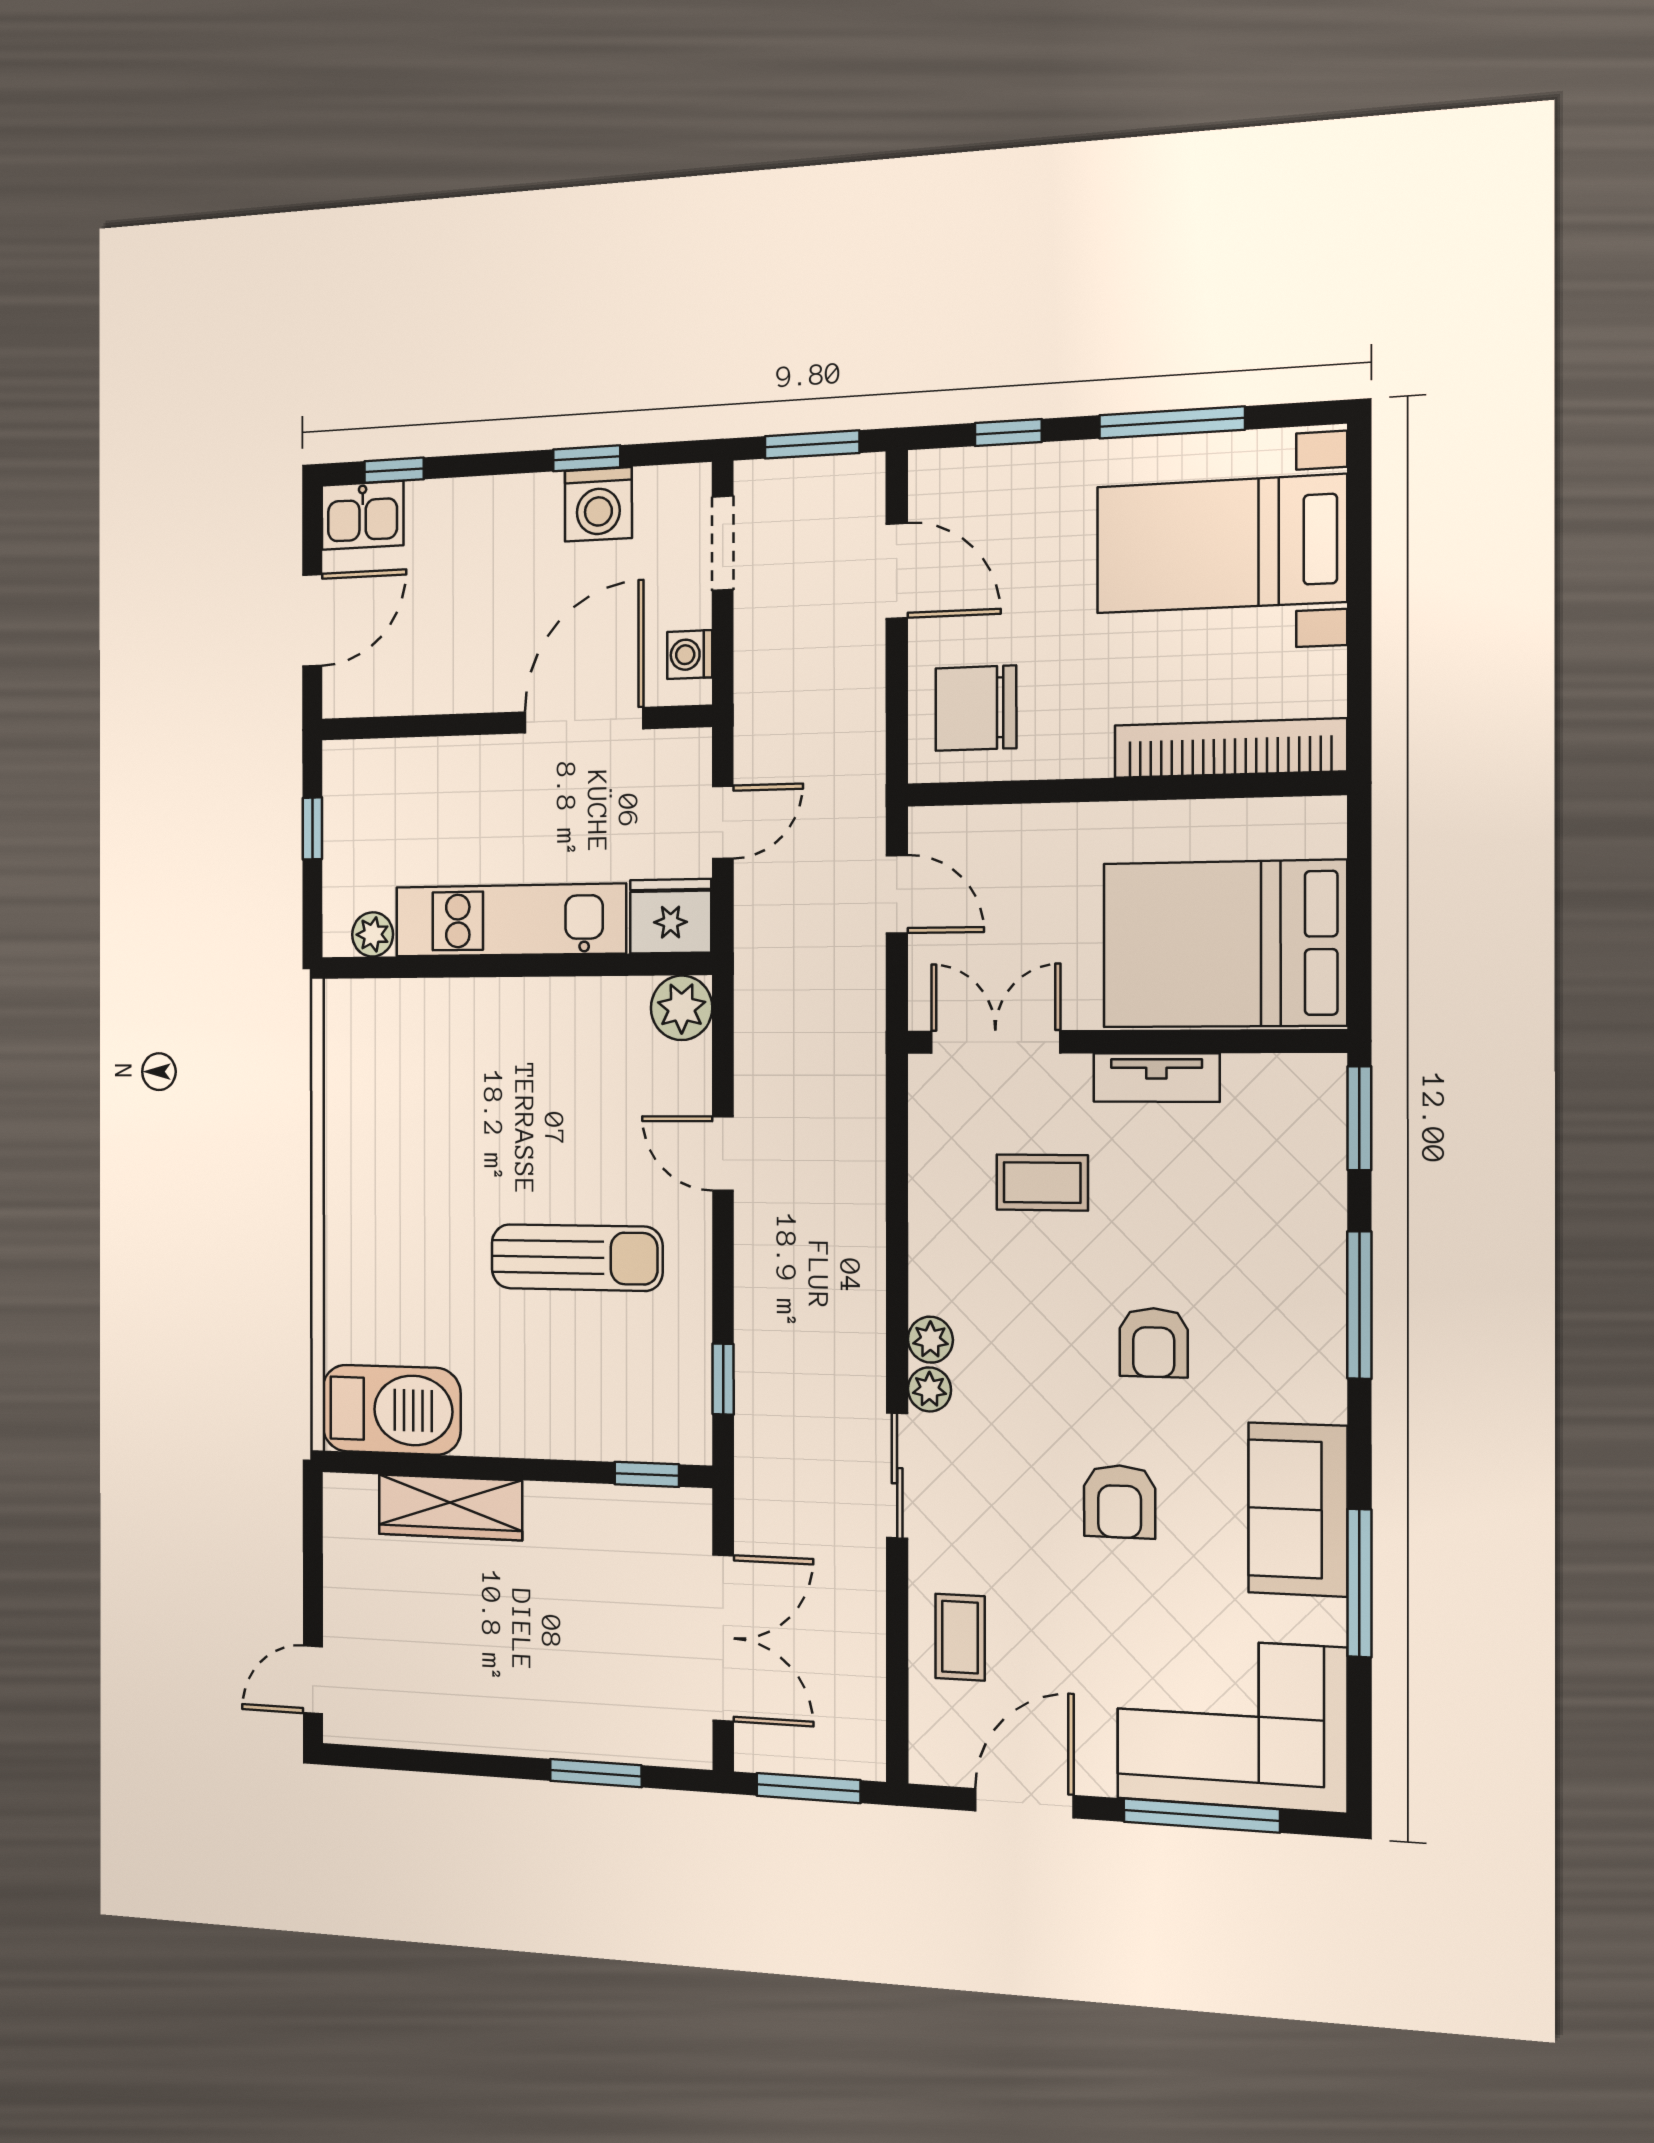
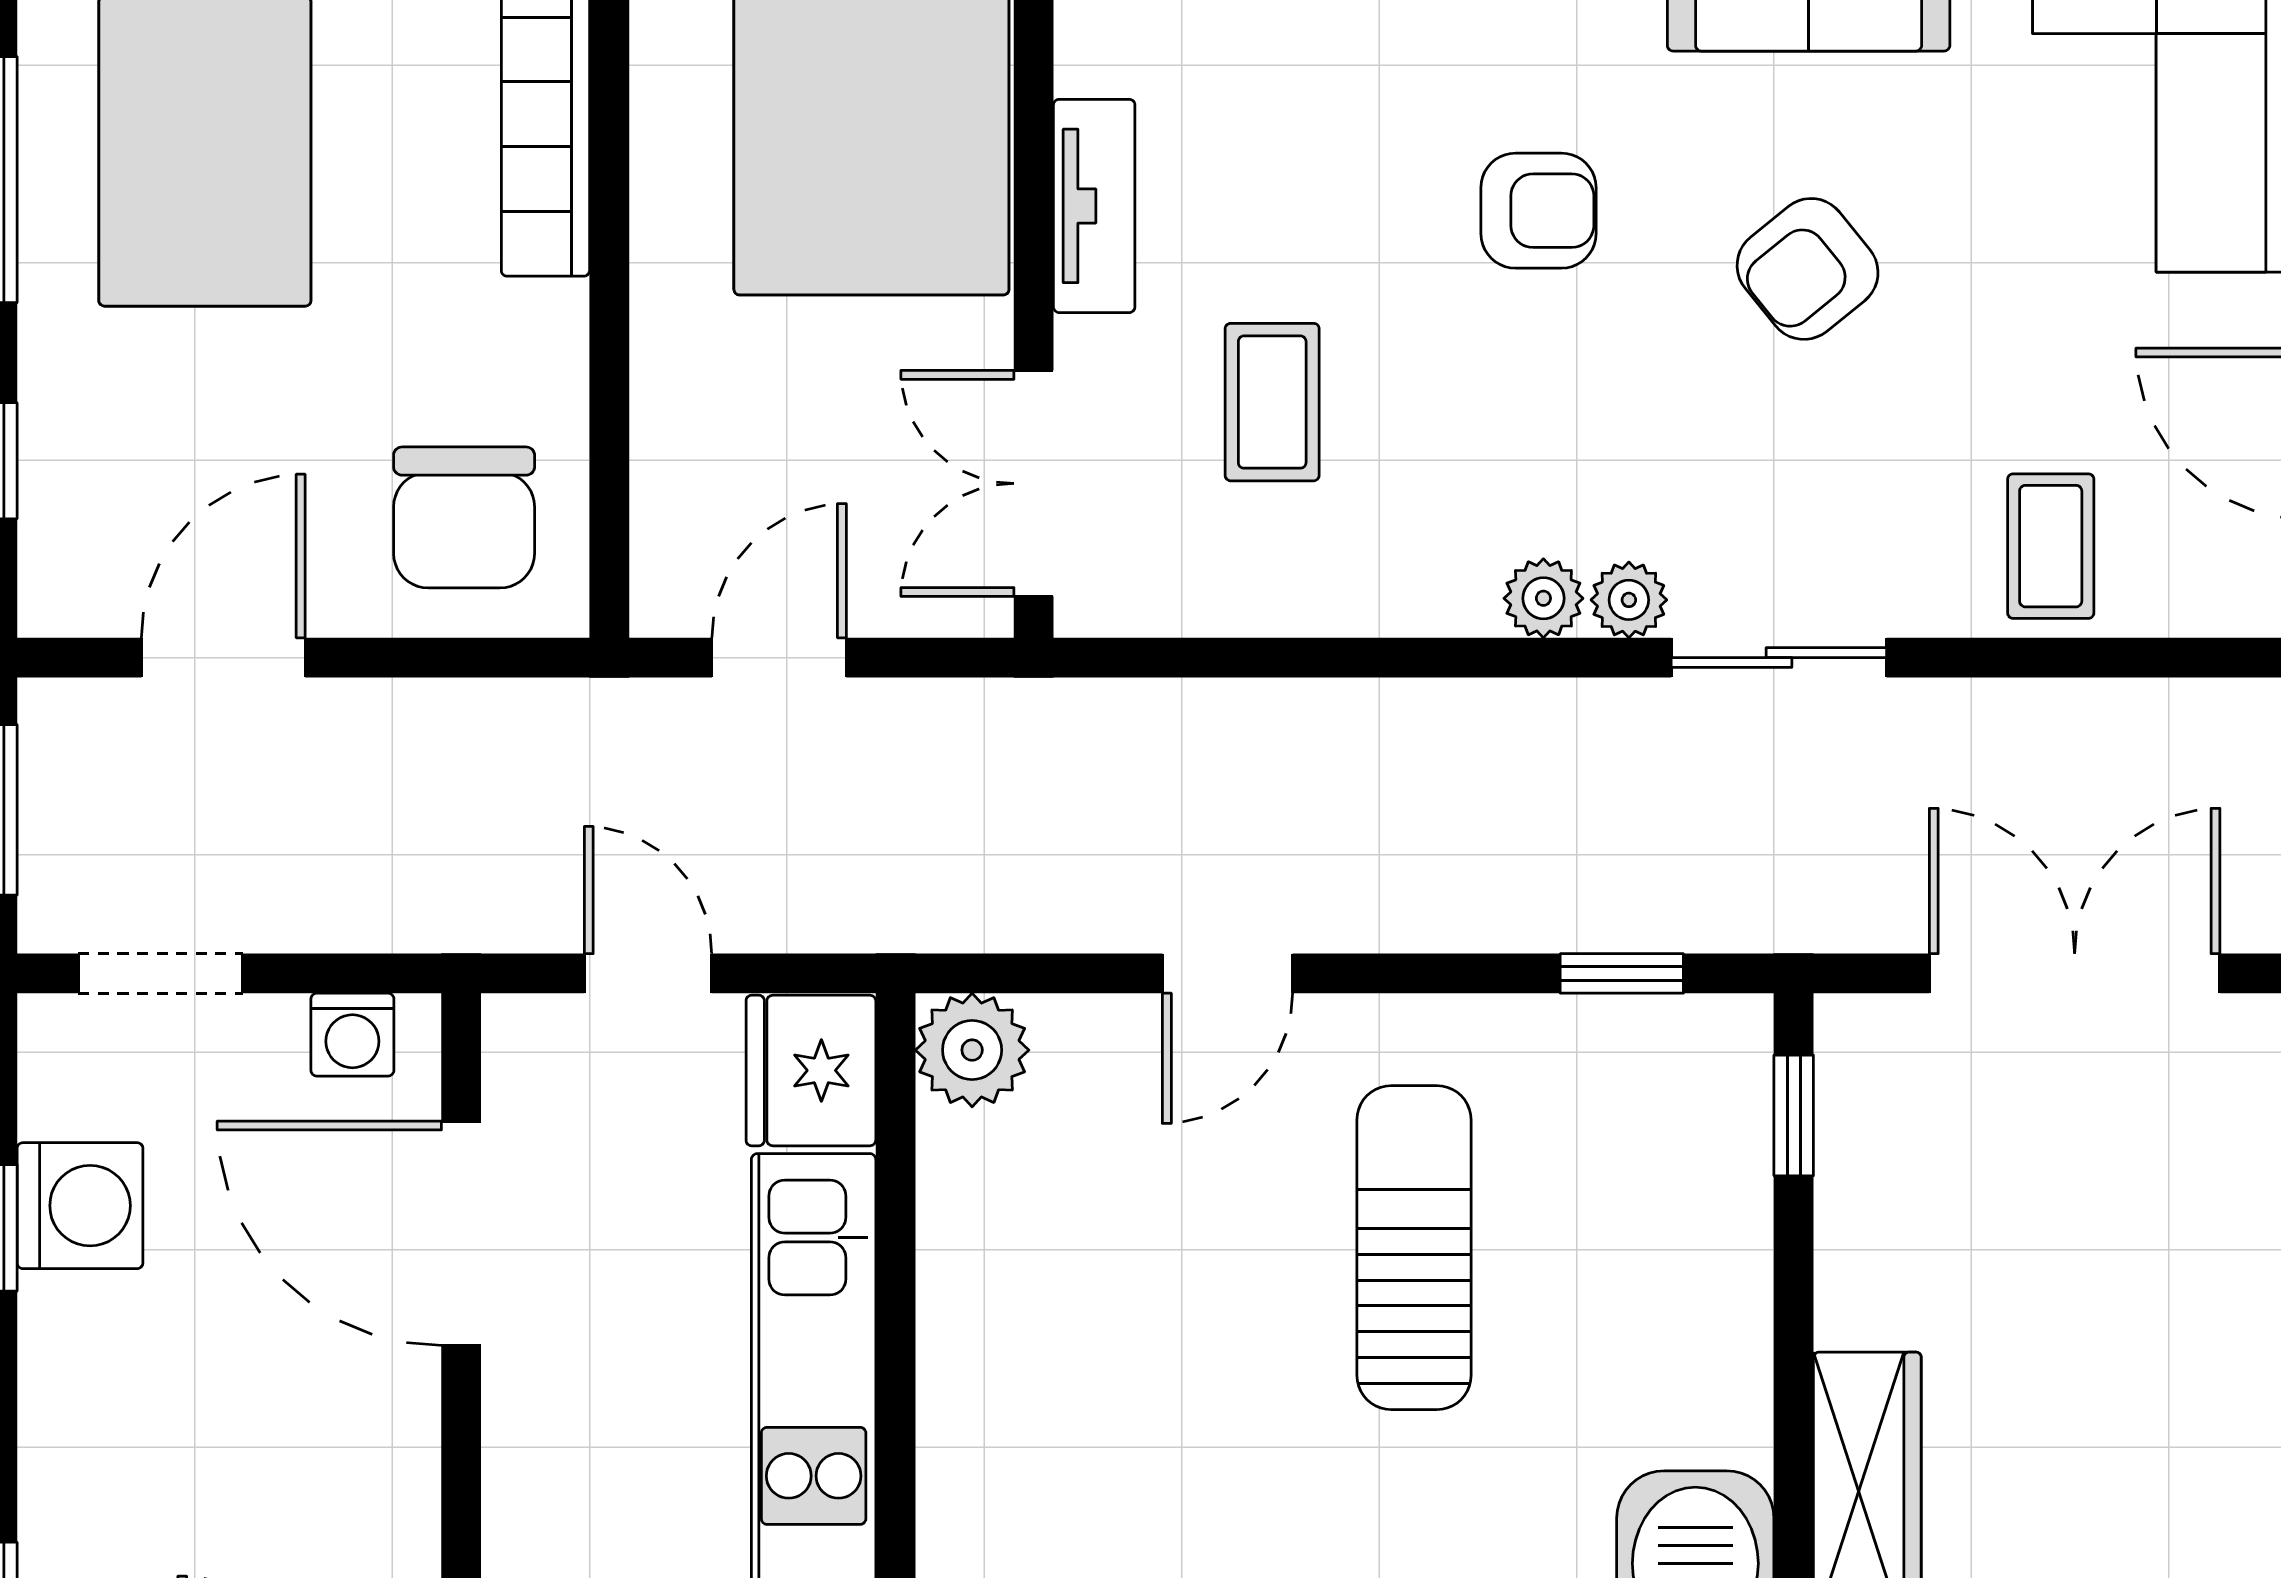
armchair: (1120, 1501) -> (1808, 269), turned 141
coffee table: (960, 1637) -> (2051, 546), turned 90

